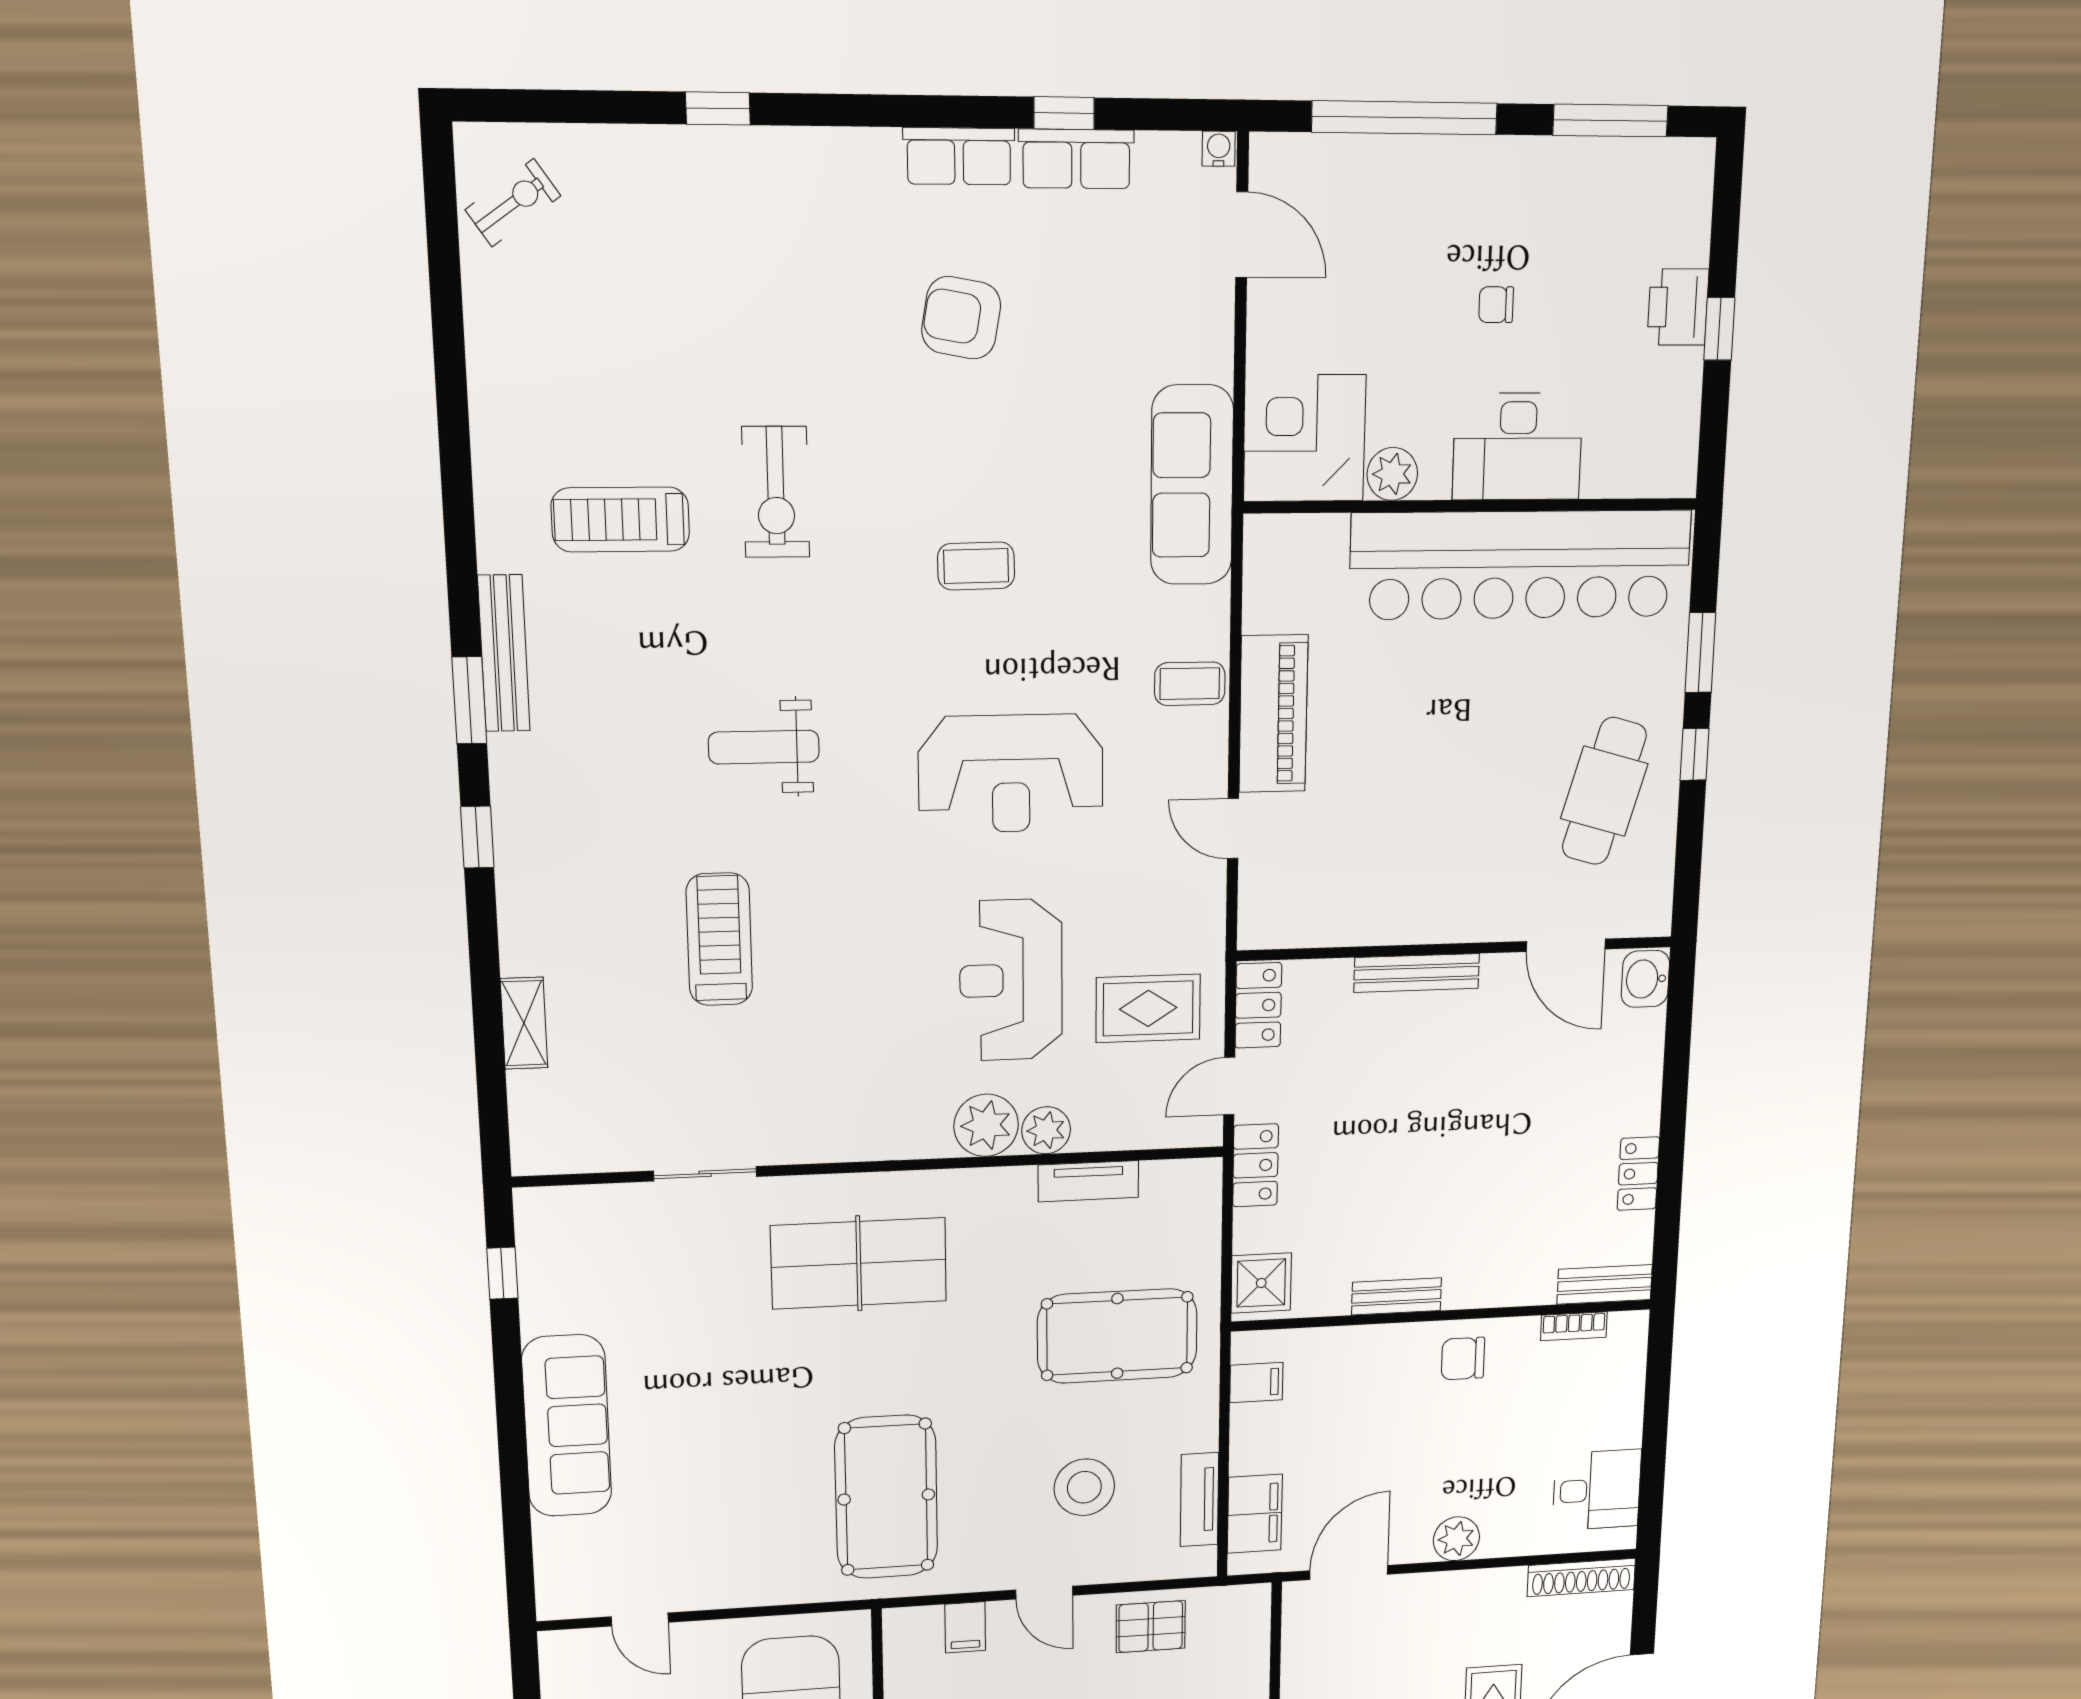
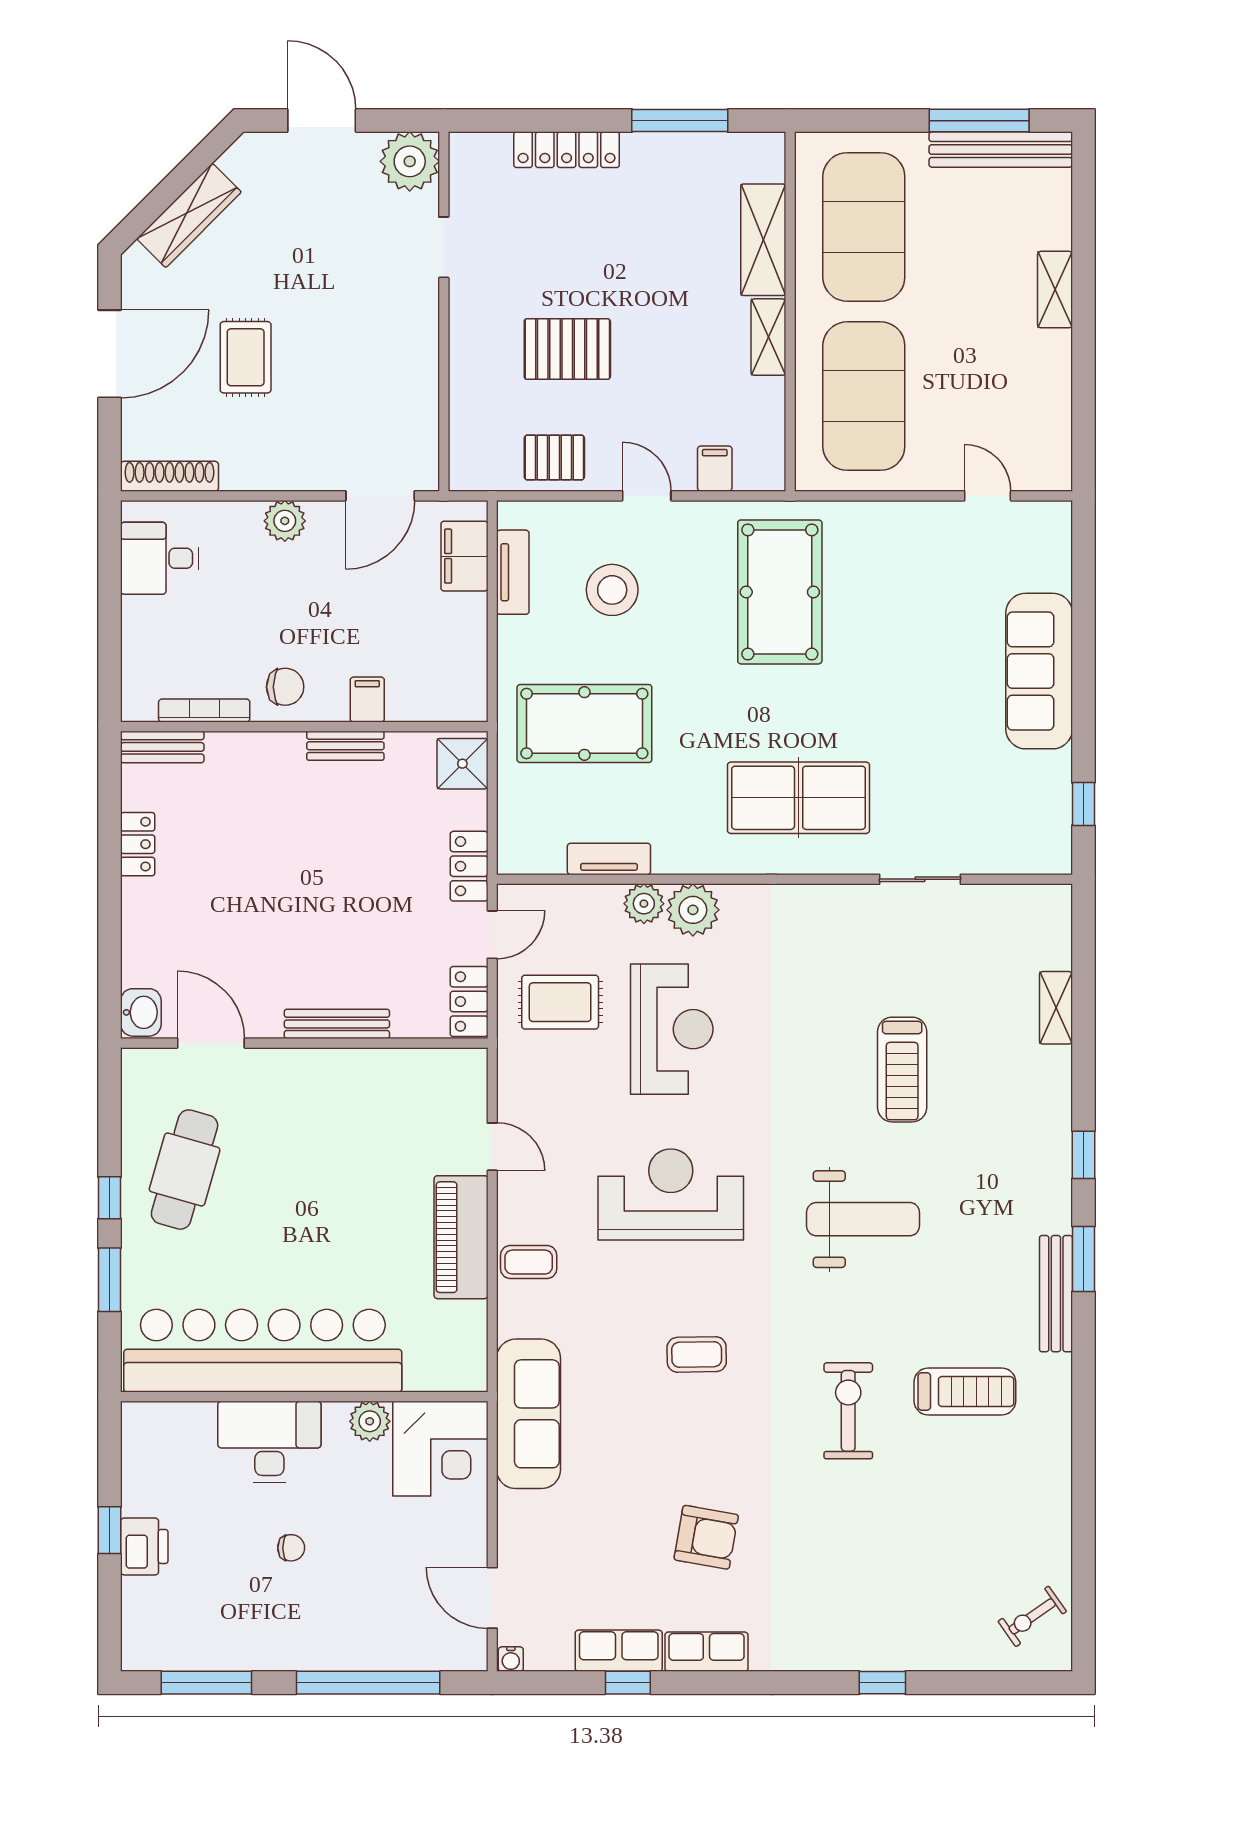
weight bench: (764, 747) -> (863, 1219), width x1.36, depth x1.33
bookcase: (1574, 1326) -> (204, 710), width x1.56
filing cabinet: (1256, 1383) -> (367, 700), moved, turned 90

